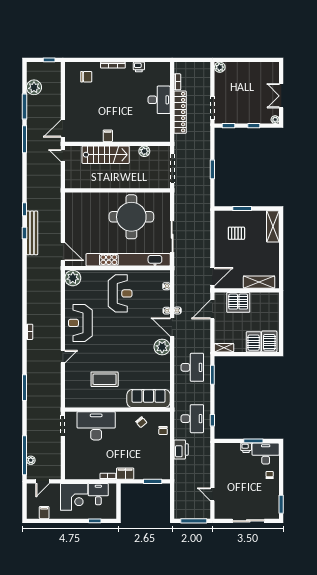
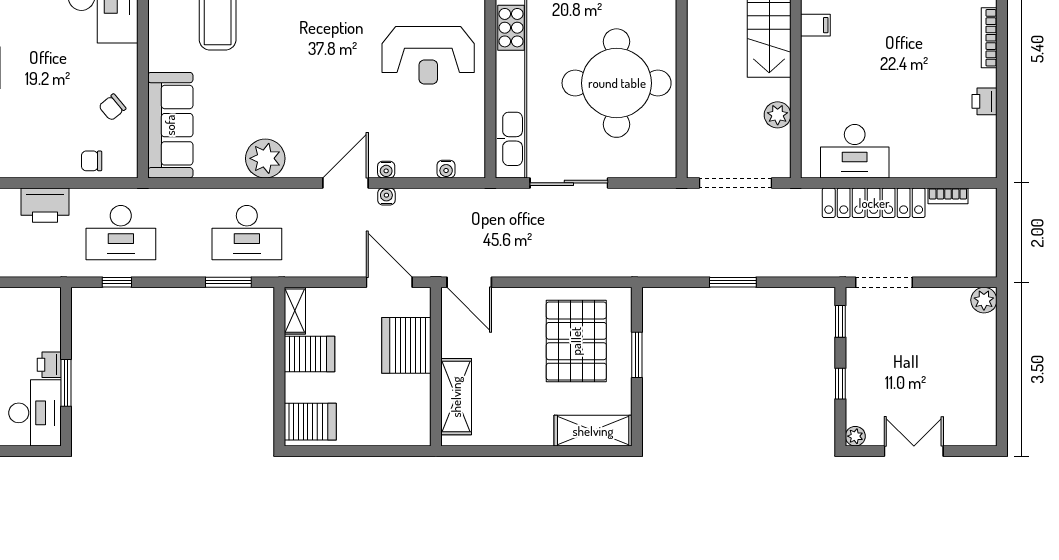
desk: (159, 100) -> (855, 151), moved
pallet: (236, 233) -> (576, 341), width x2.05, depth x2.00
server rack: (254, 342) -> (310, 354), moved
plant: (162, 347) -> (265, 158), moved

